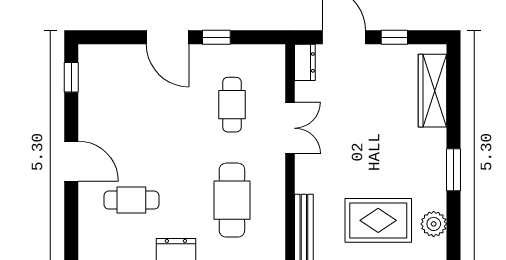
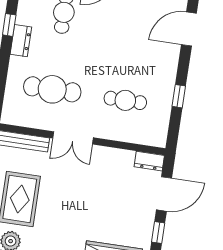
door: (167, 37) -> (189, 29), moved
double door: (290, 128) -> (73, 138), moved

